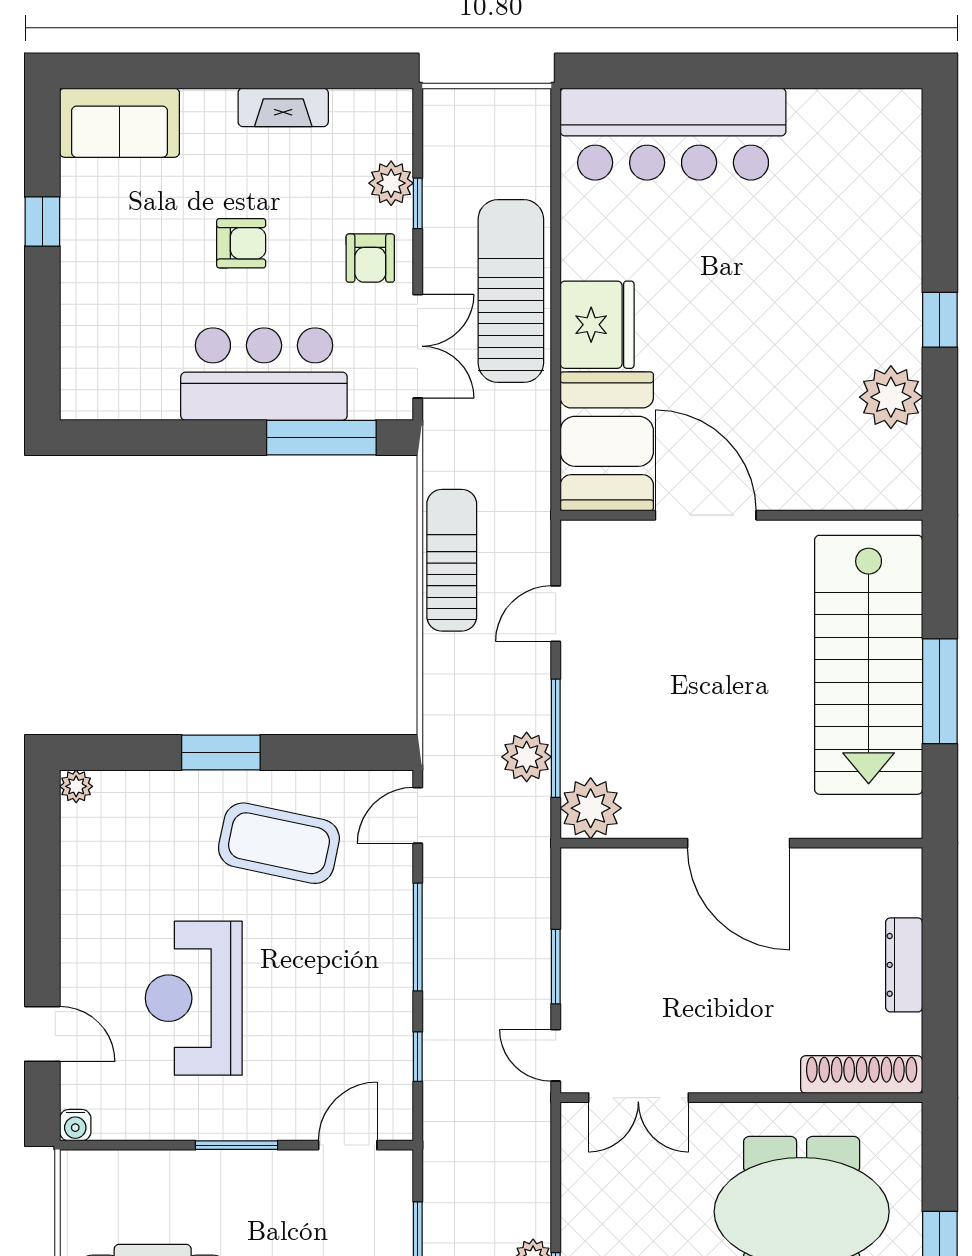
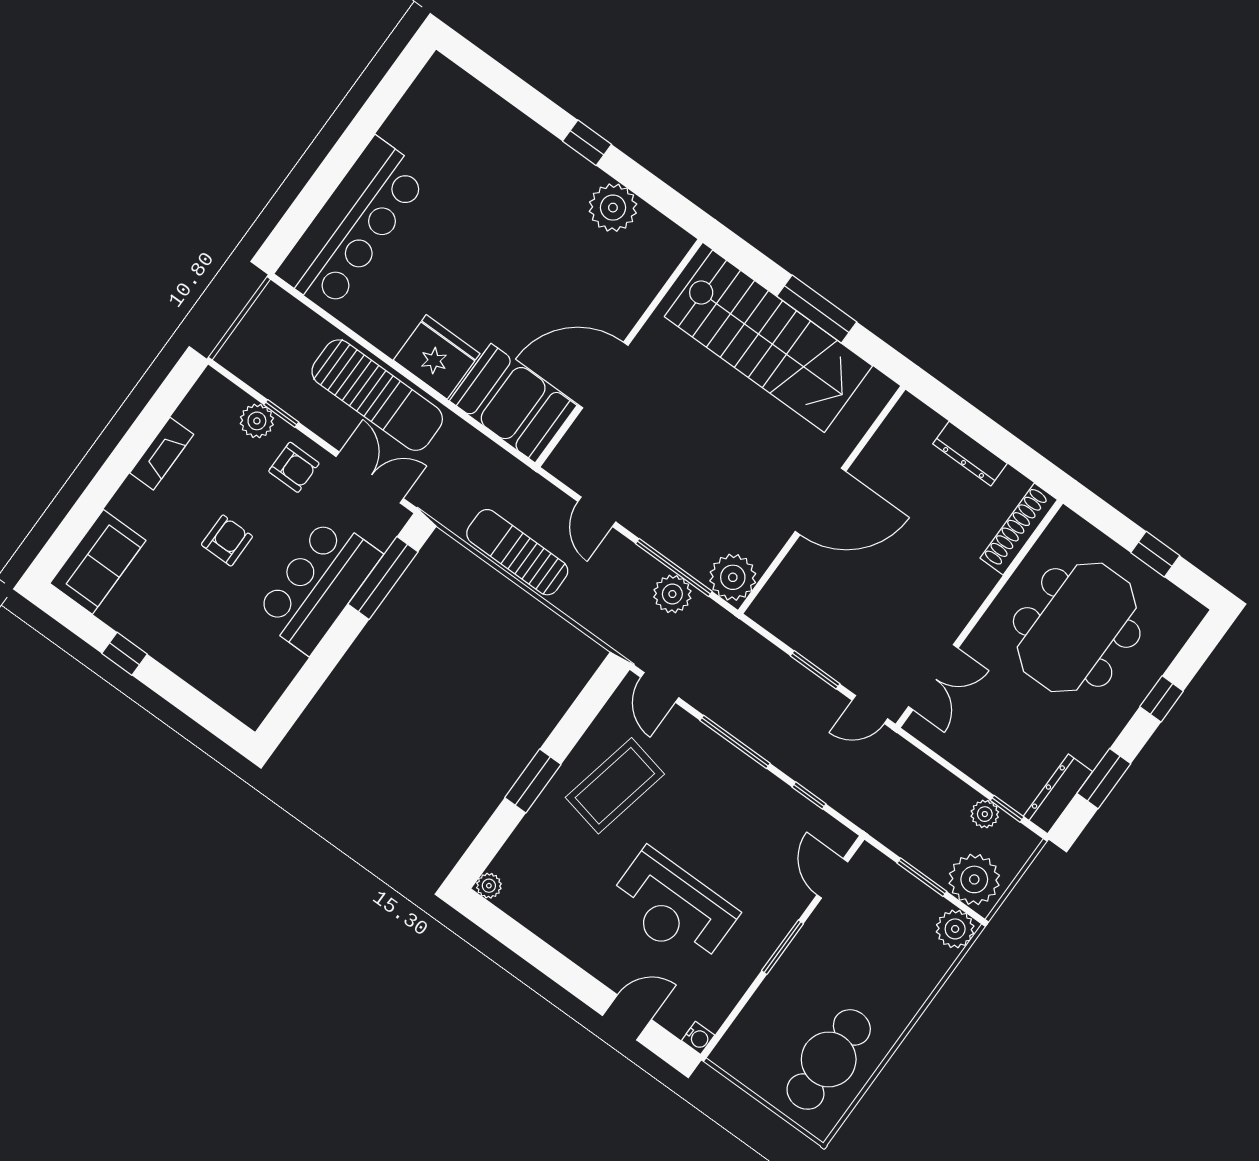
sun lounger: (511, 291) -> (377, 395), turned 180

